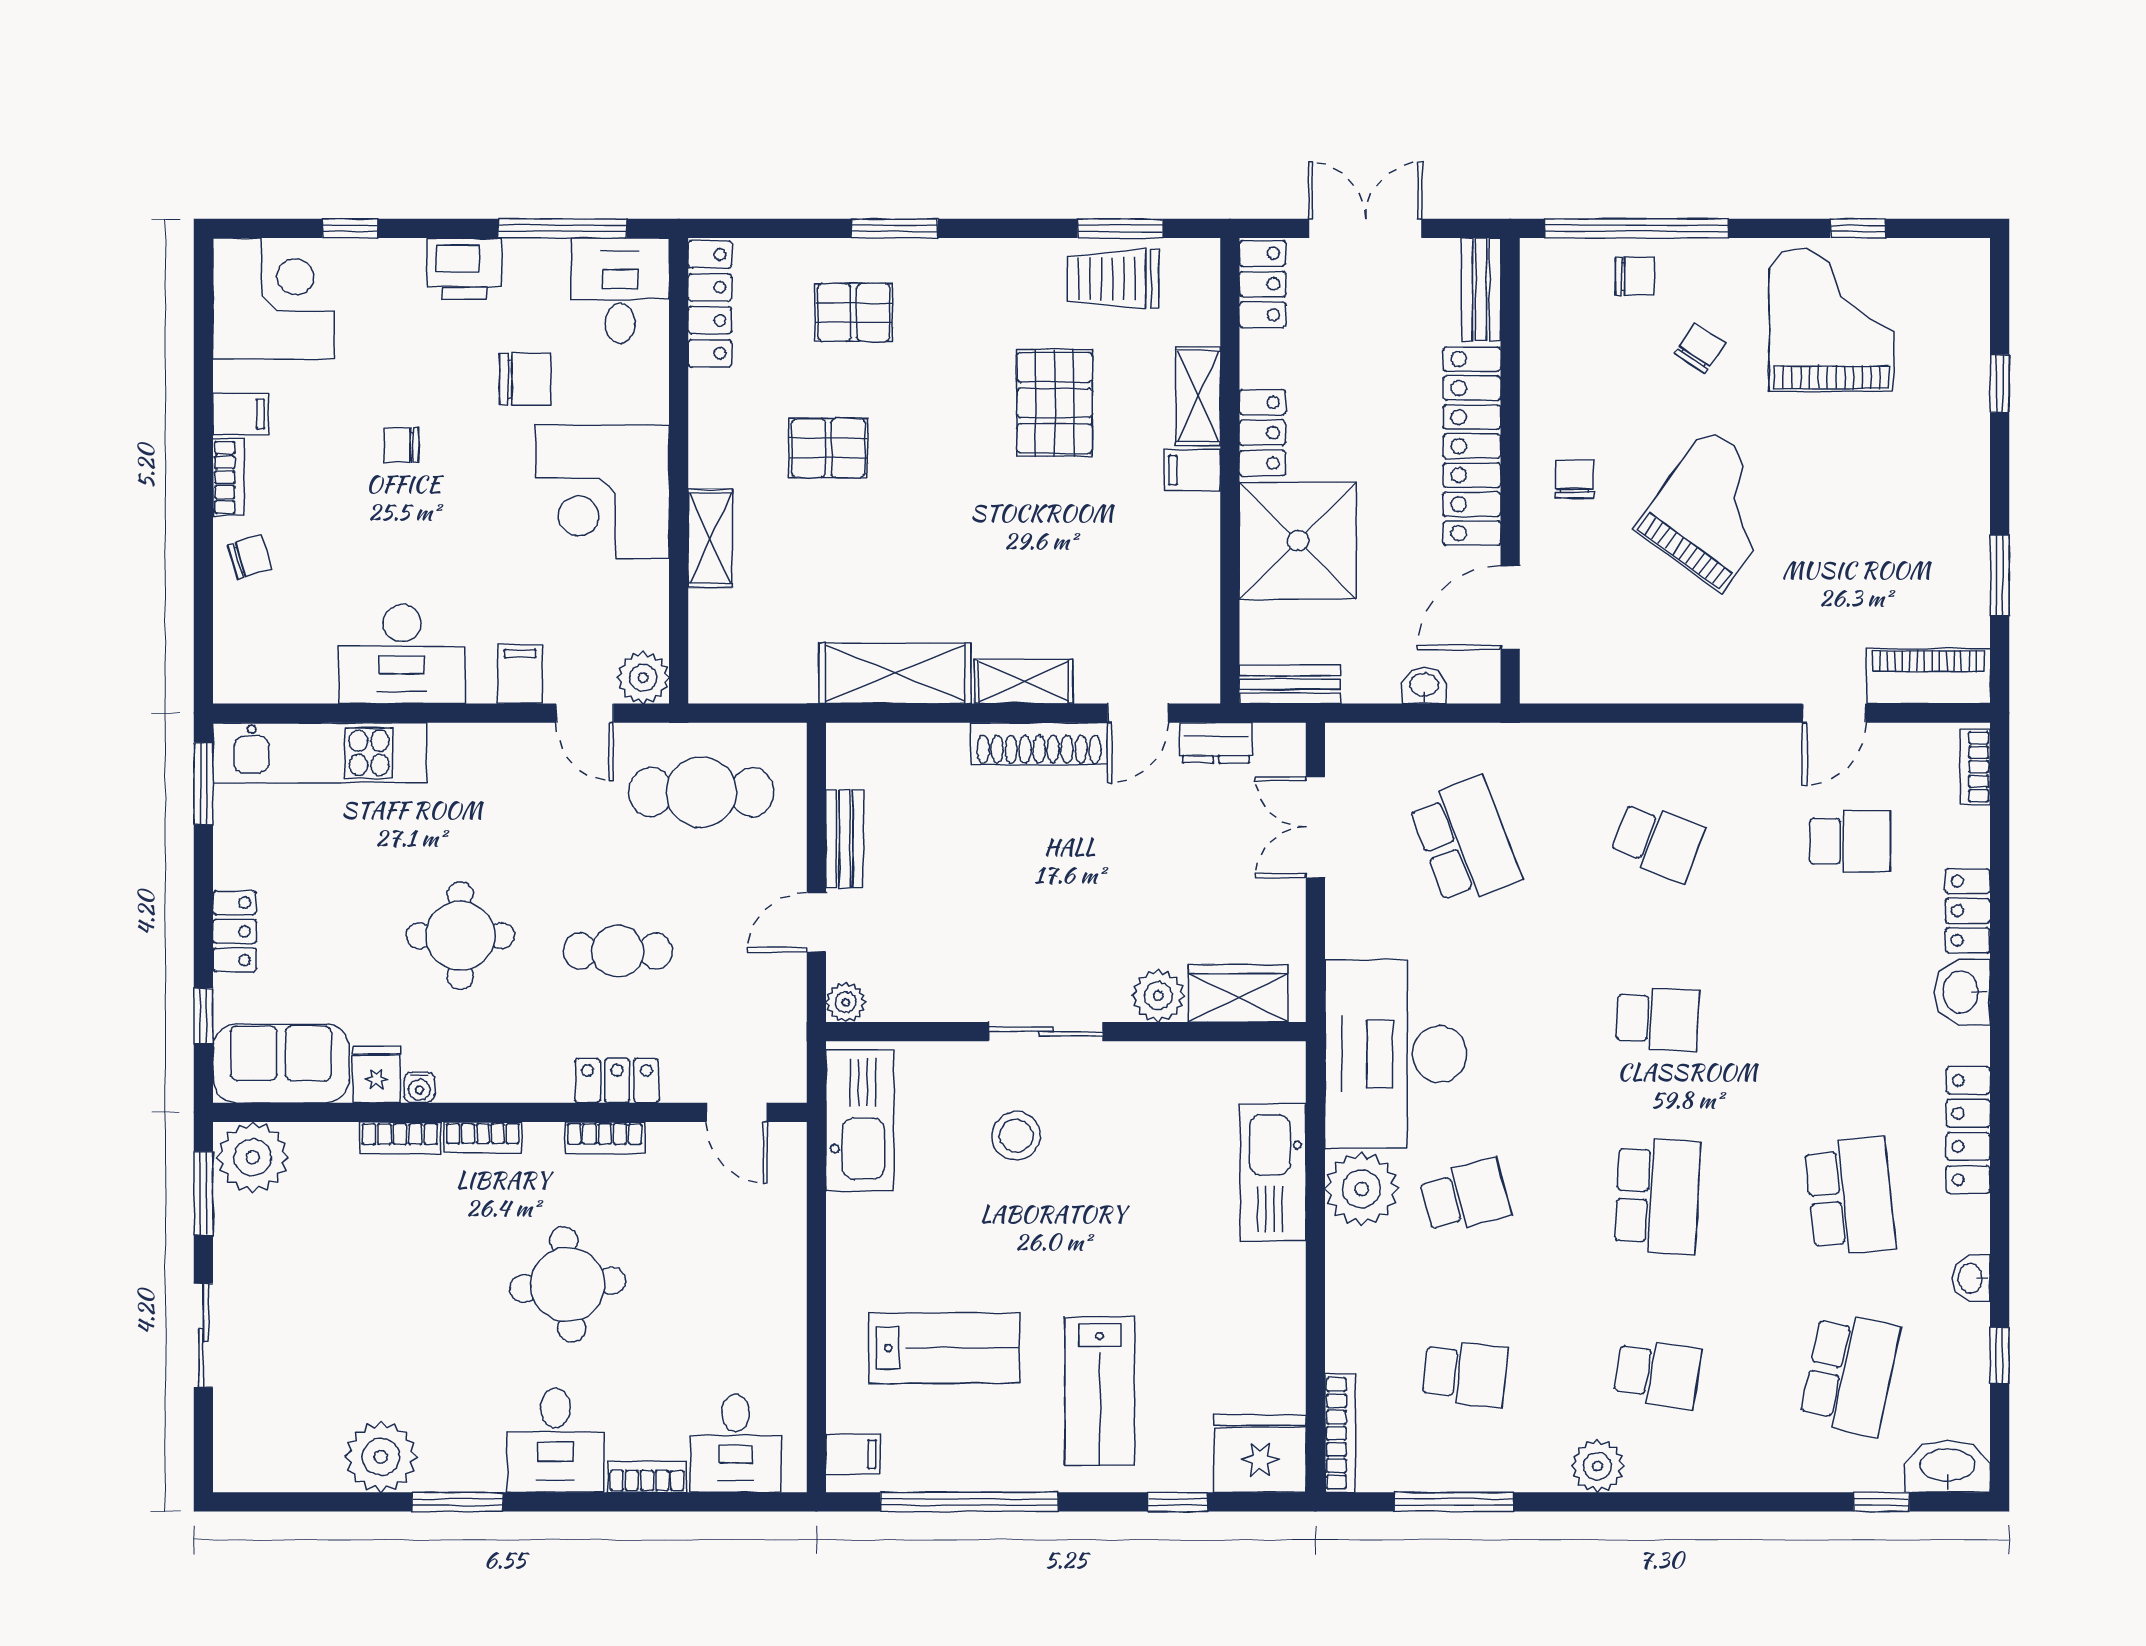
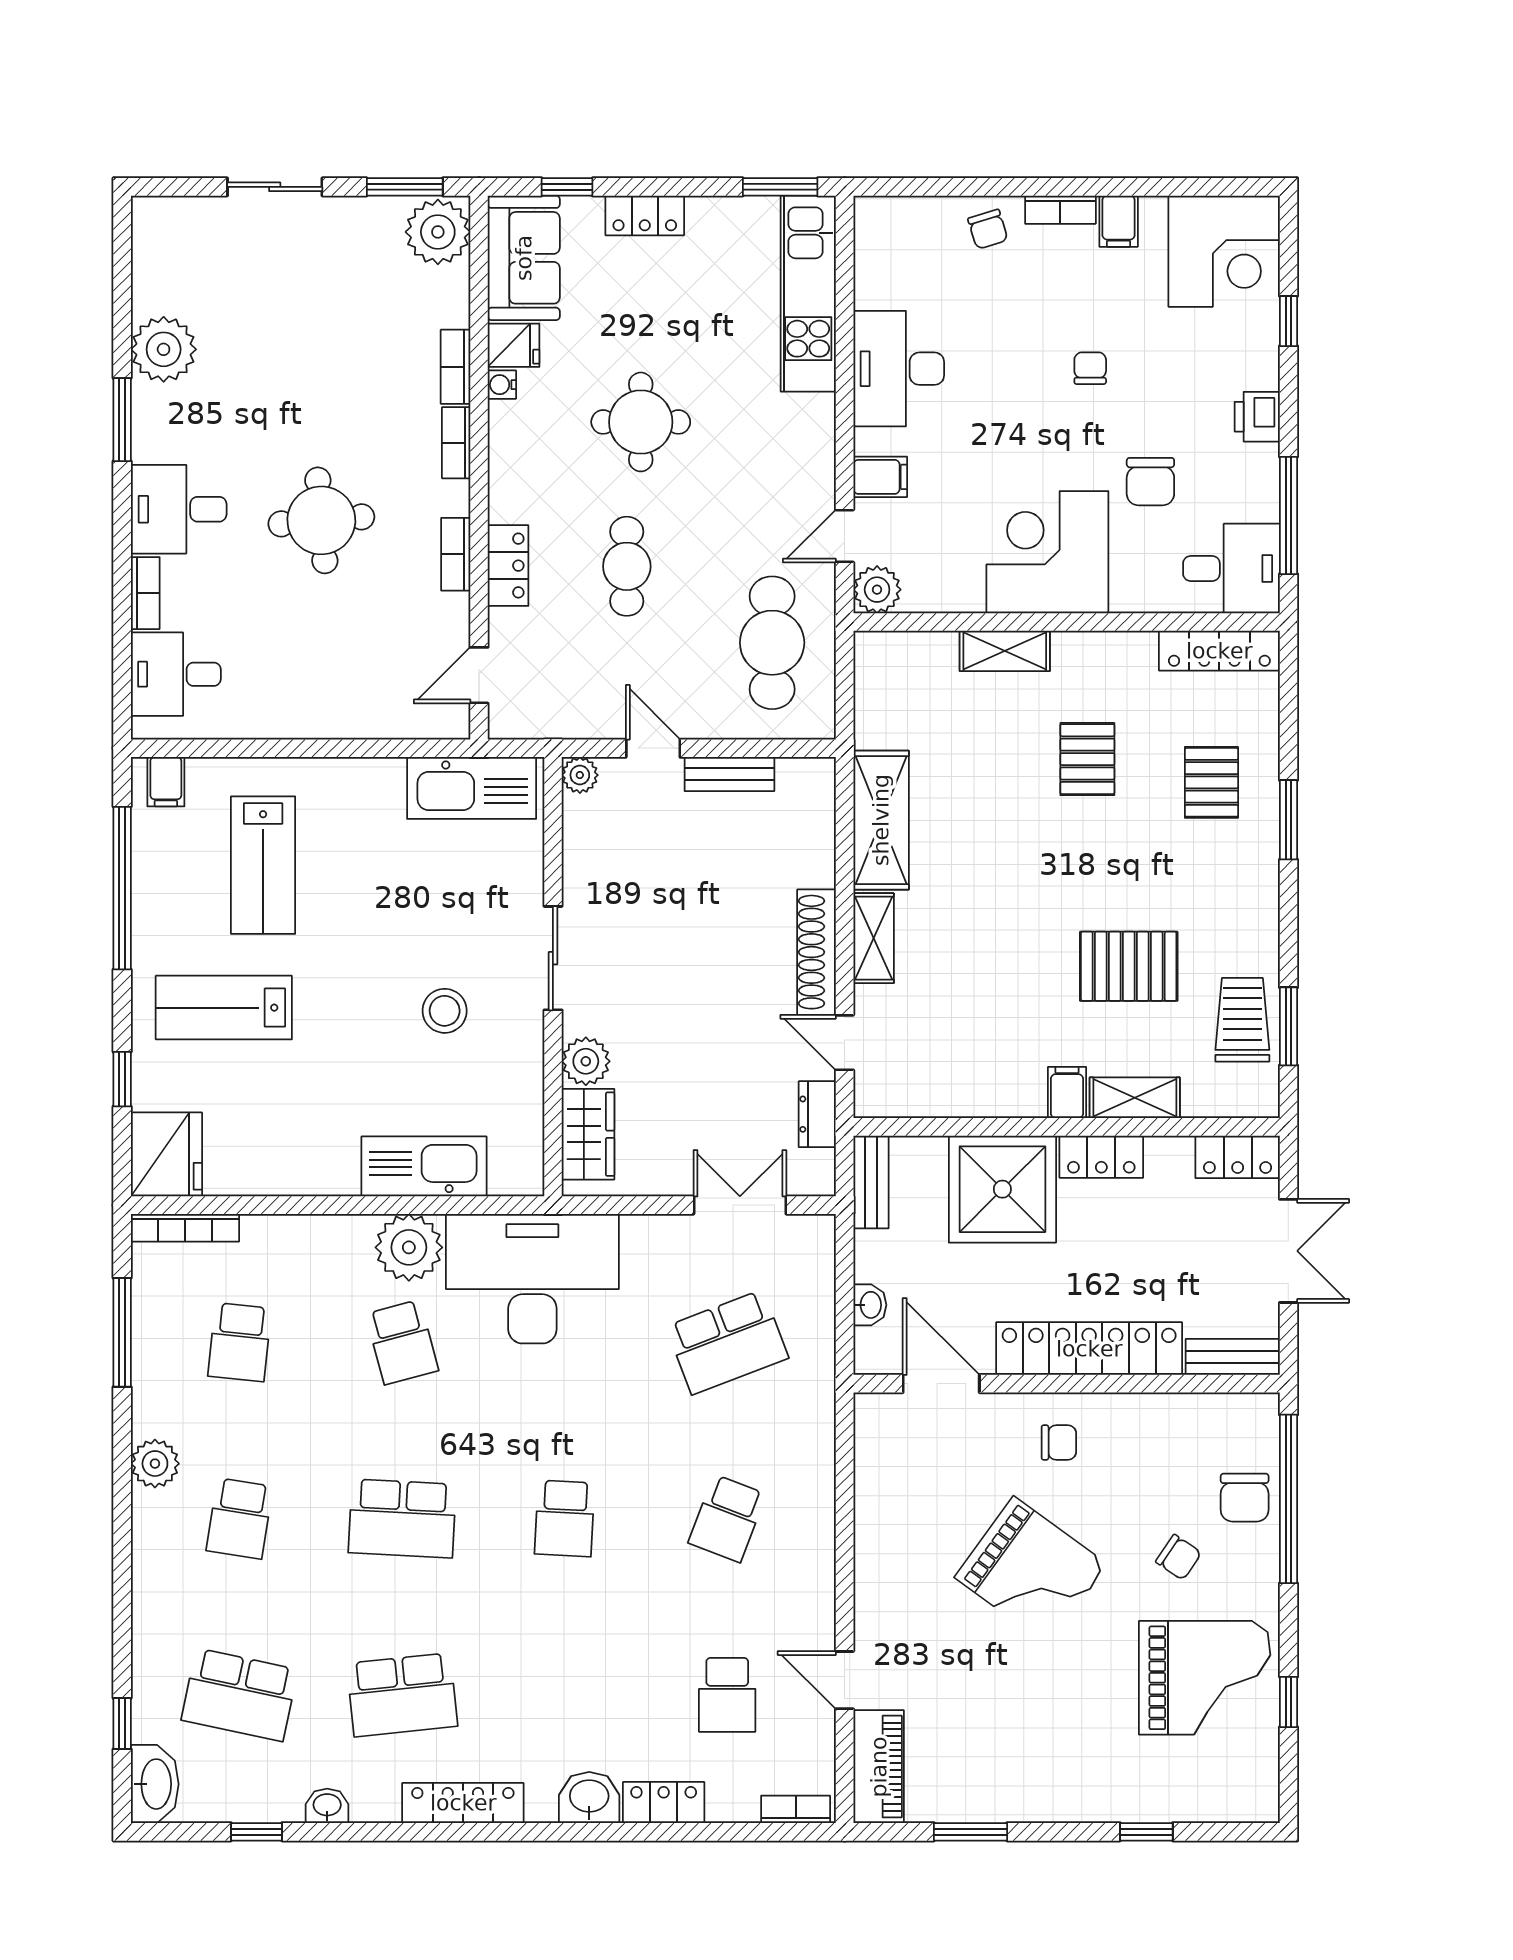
printer: (464, 269) -> (1257, 417), width x0.73, depth x0.81
chair: (1635, 276) -> (1245, 1498), width x1.37, depth x1.37
stool: (1016, 1136) -> (445, 1011), moved

